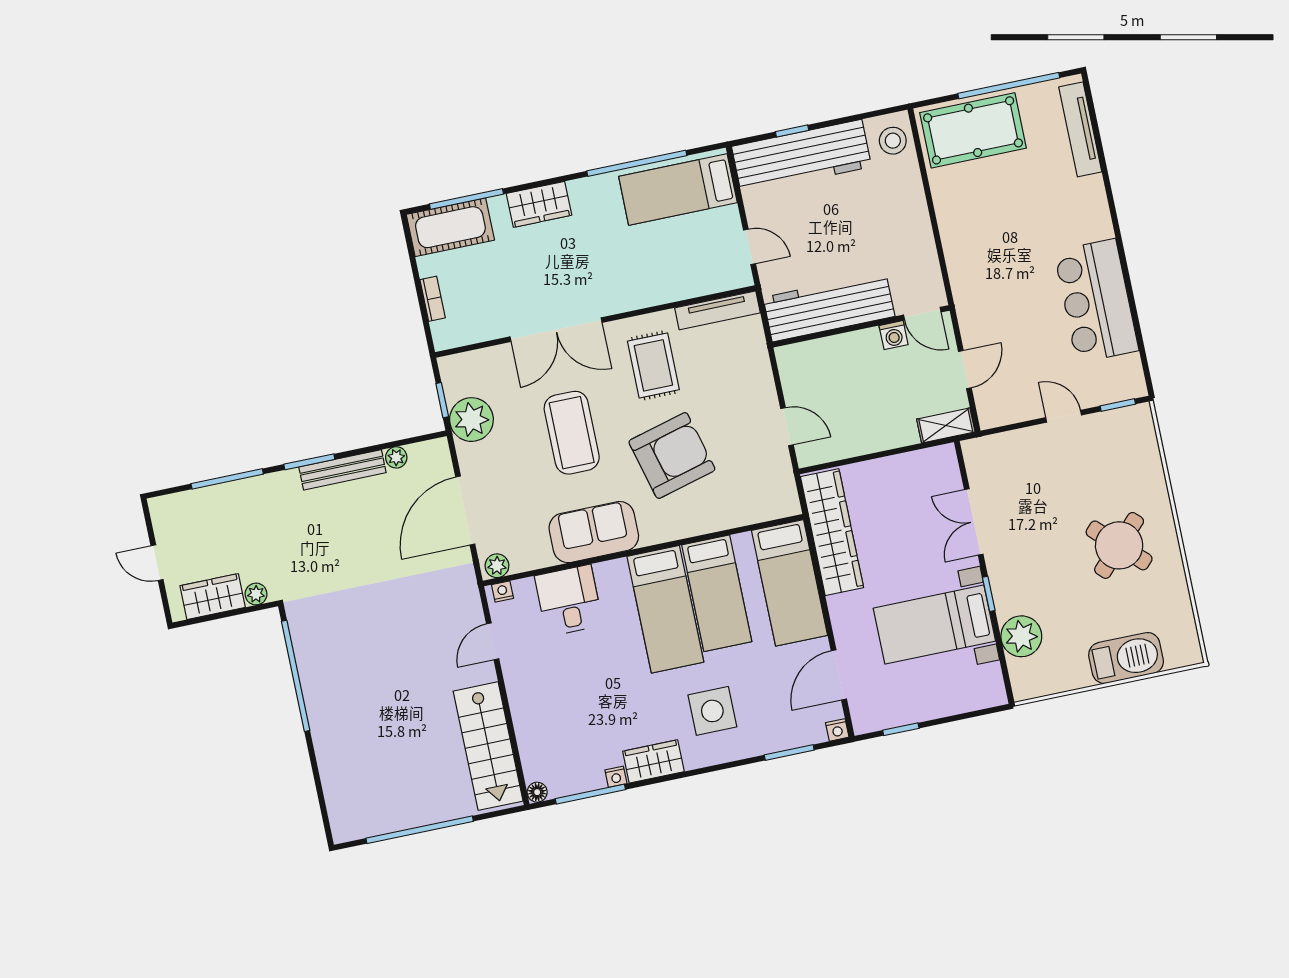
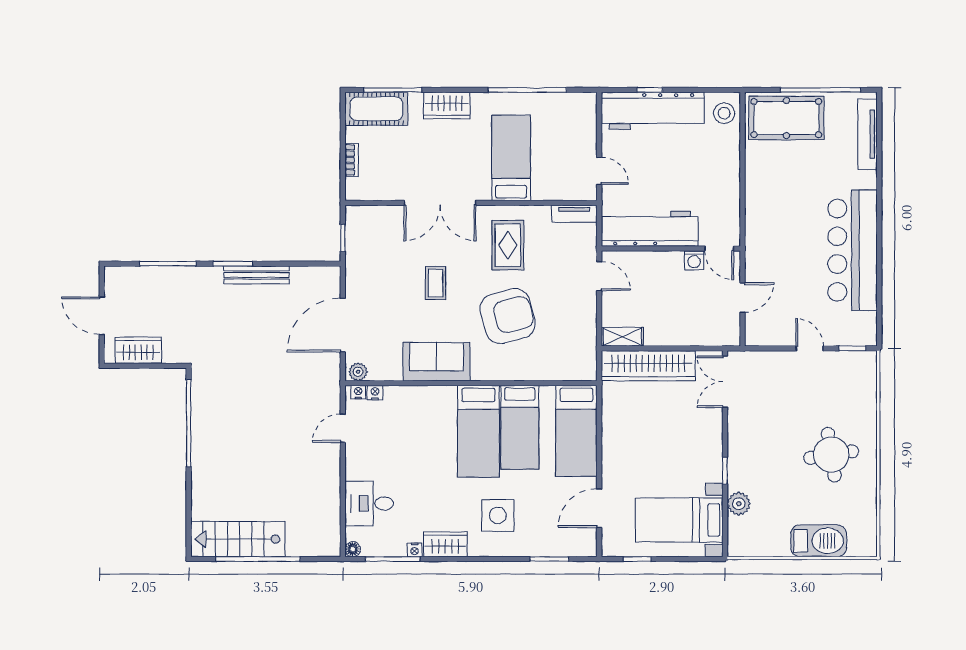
bed: (678, 190) -> (511, 158), moved, turned 90
bar counter: (1096, 301) -> (853, 250), width x1.36
tv unit: (717, 310) -> (574, 214), width x0.71
plant: (471, 420) -> (362, 257), removed
shelving: (946, 426) -> (622, 337), moved
door: (787, 427) -> (599, 276), moved
coffee table: (572, 433) -> (435, 283), width x0.54, depth x0.58
plant: (396, 457) -> (299, 274), removed
double door: (974, 522) -> (725, 382), moved
wardrobe: (832, 532) -> (648, 366), moved, turned 90
round table: (1119, 545) -> (831, 455), turned 37
door: (157, 563) -> (102, 316), width x1.38
plant: (256, 594) -> (172, 355), removed
desk: (569, 601) -> (369, 503), moved, turned -90
bed with nightstands: (934, 625) -> (679, 520), moved
plant: (1021, 636) -> (739, 504), width x0.73, depth x0.73
nightstand: (837, 730) -> (375, 393), moved, turned 180
stairs: (488, 746) -> (238, 539), moved, turned 90

